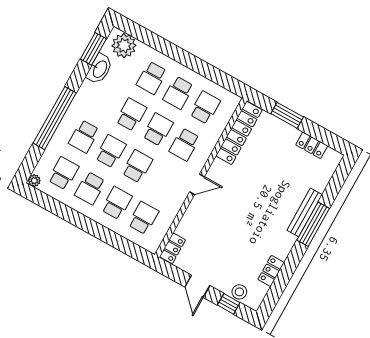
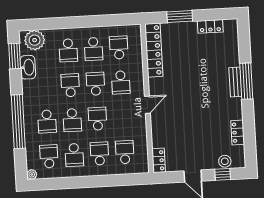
school desk: (111, 151) -> (72, 120), turned 180
bench: (305, 212) -> (235, 82), width x0.73

